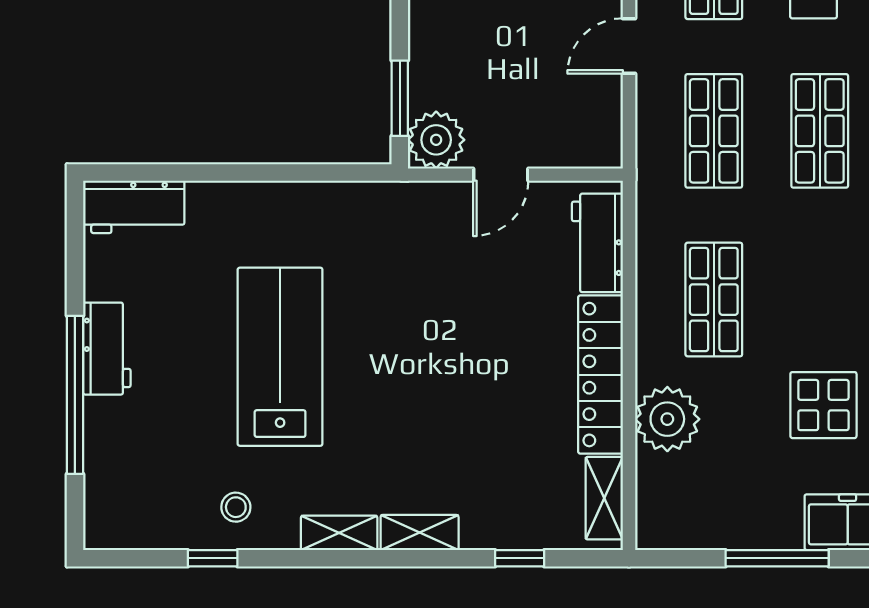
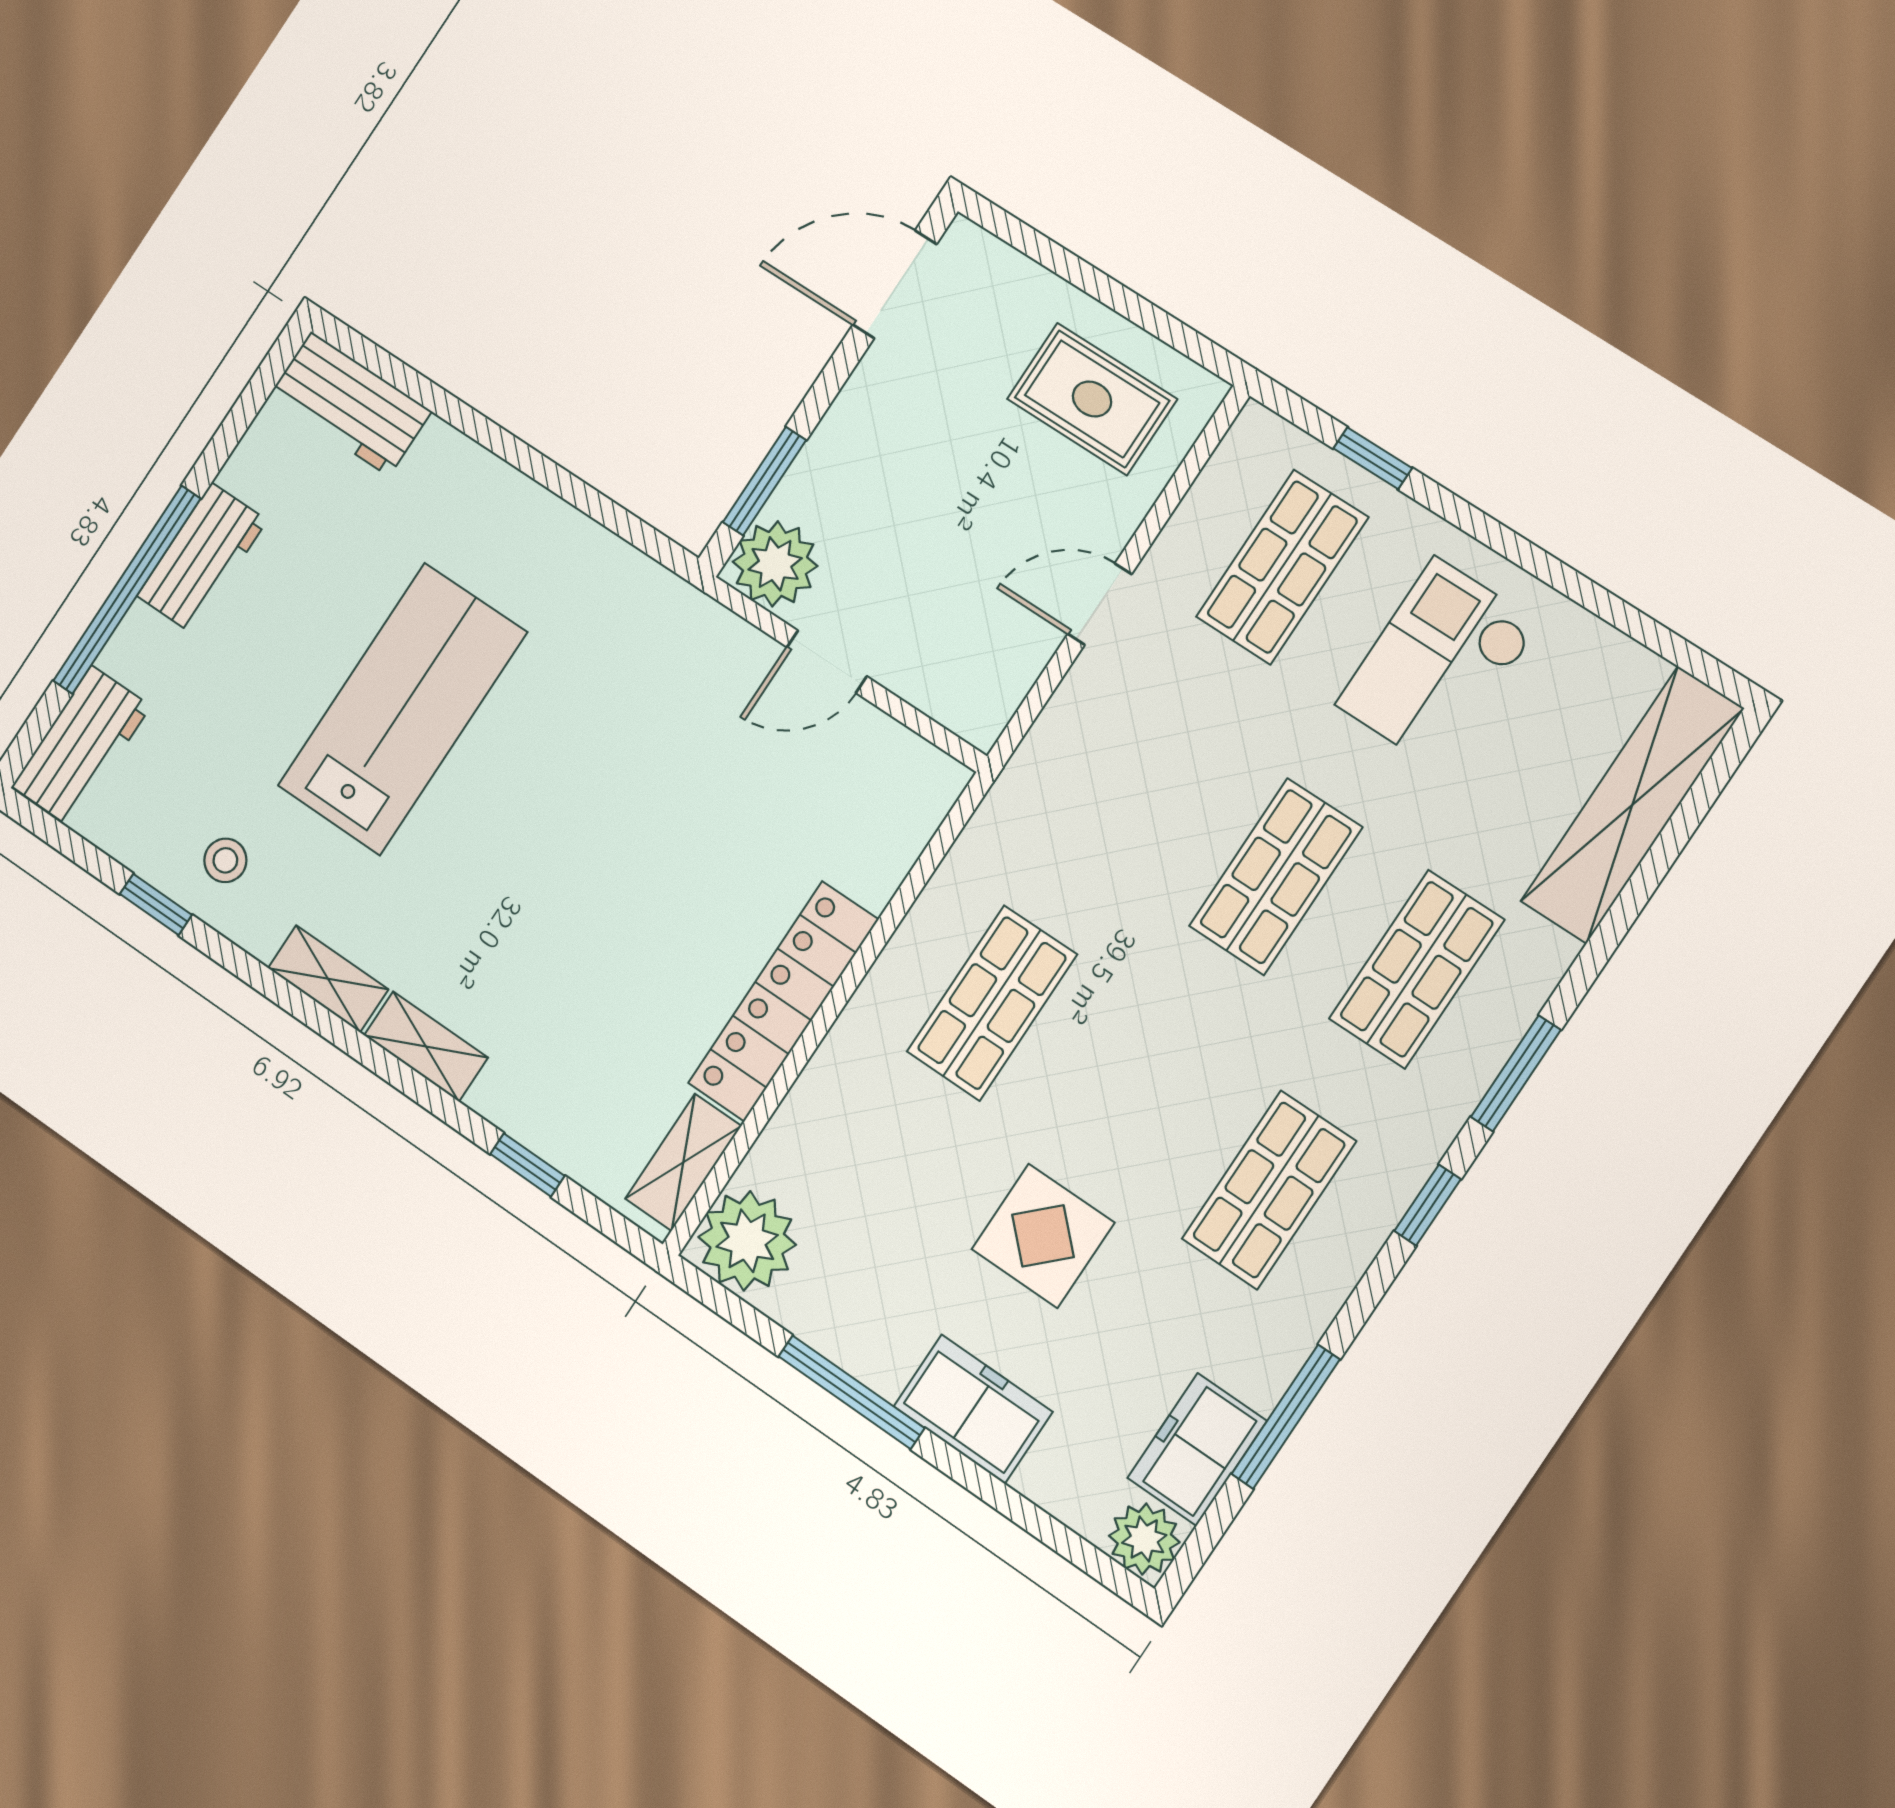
shop shelf: (714, 131) -> (1137, 785), removed
workbench: (597, 243) -> (81, 746), moved, turned 180
plant: (667, 419) -> (747, 1241), moved

